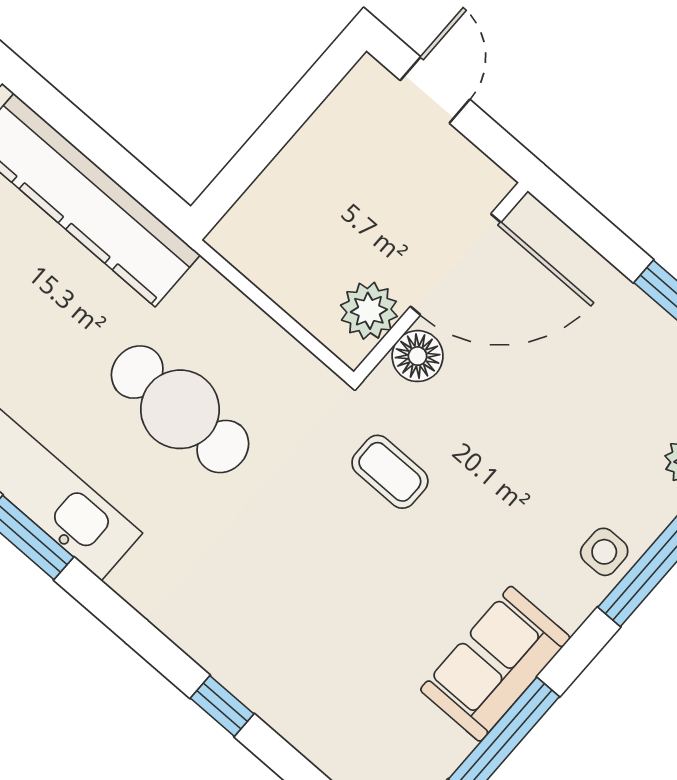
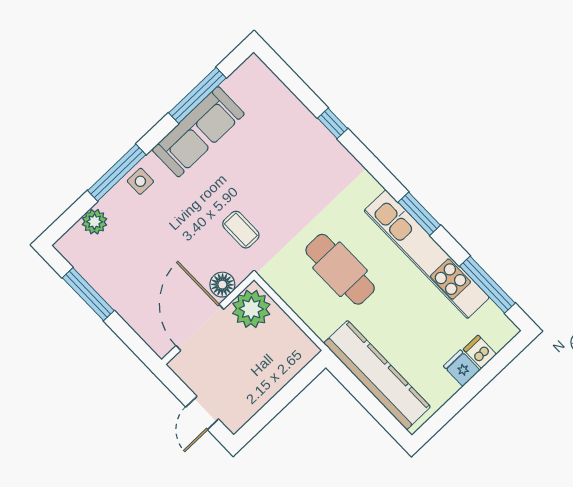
door: (456, 264) -> (200, 327), hinge flipped
plant: (369, 311) -> (251, 309), width x1.36, depth x1.36
sofa: (495, 664) -> (198, 132), width x1.36

